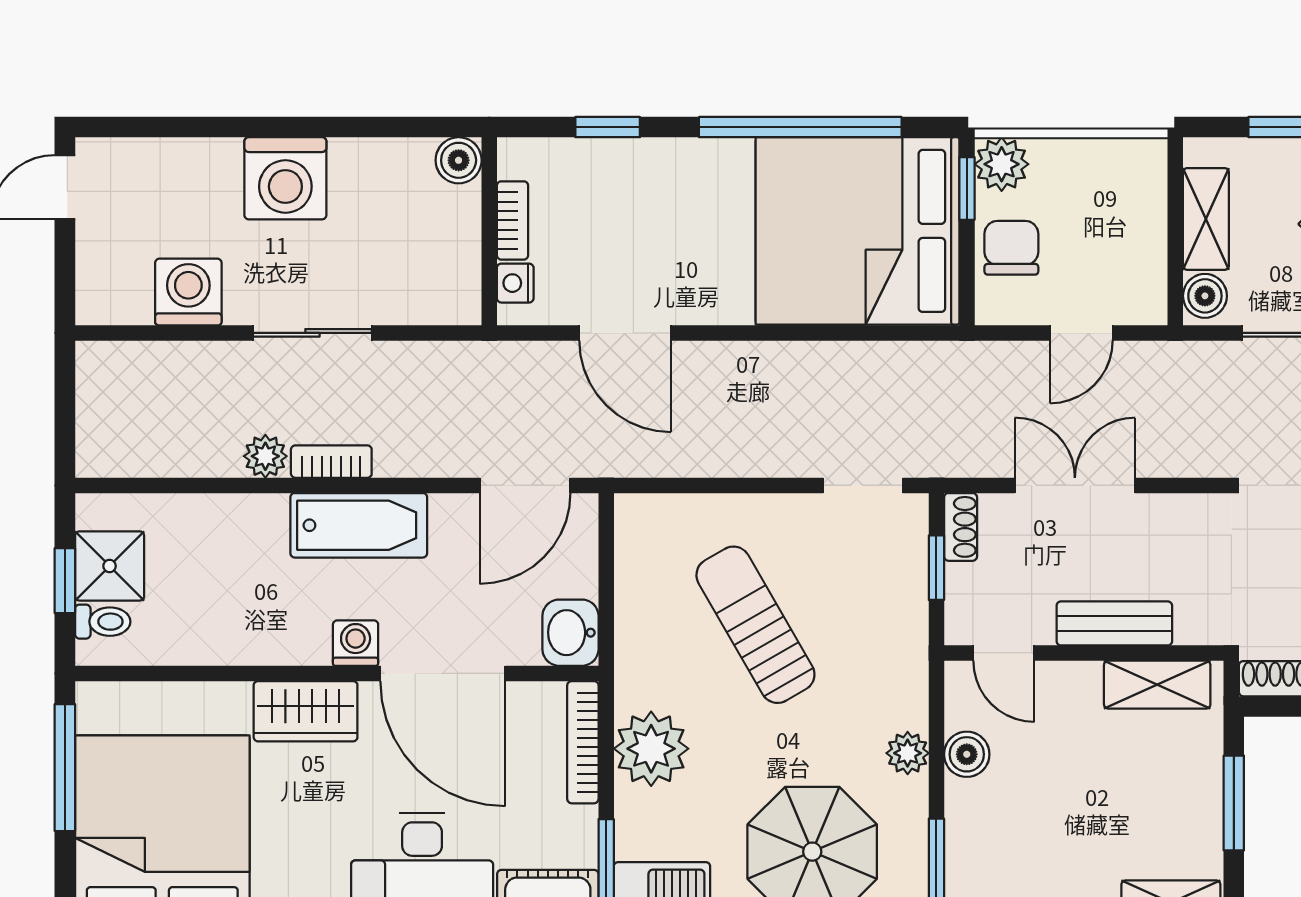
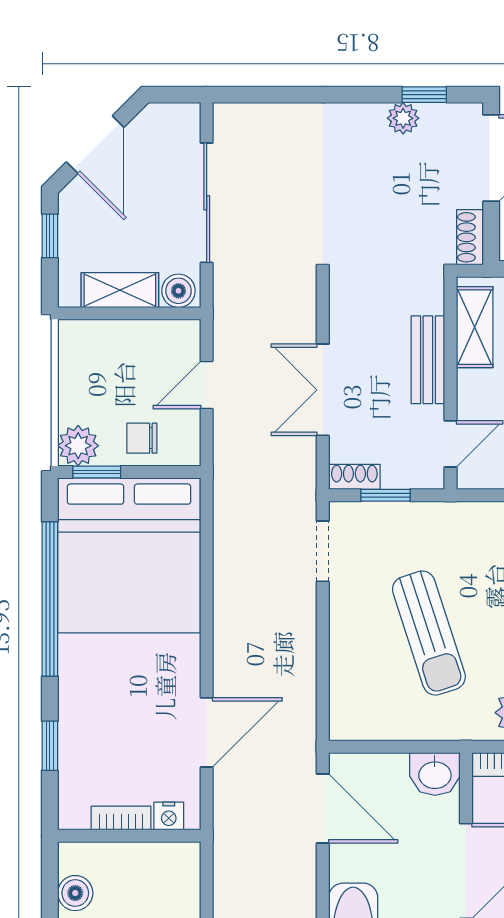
boiler: (459, 160) -> (75, 893), moved
chair: (1011, 248) -> (142, 438), width x0.73, depth x0.73
door: (1081, 333) -> (207, 385), swing flipped
sun lounger: (755, 625) -> (429, 633), turned -78

